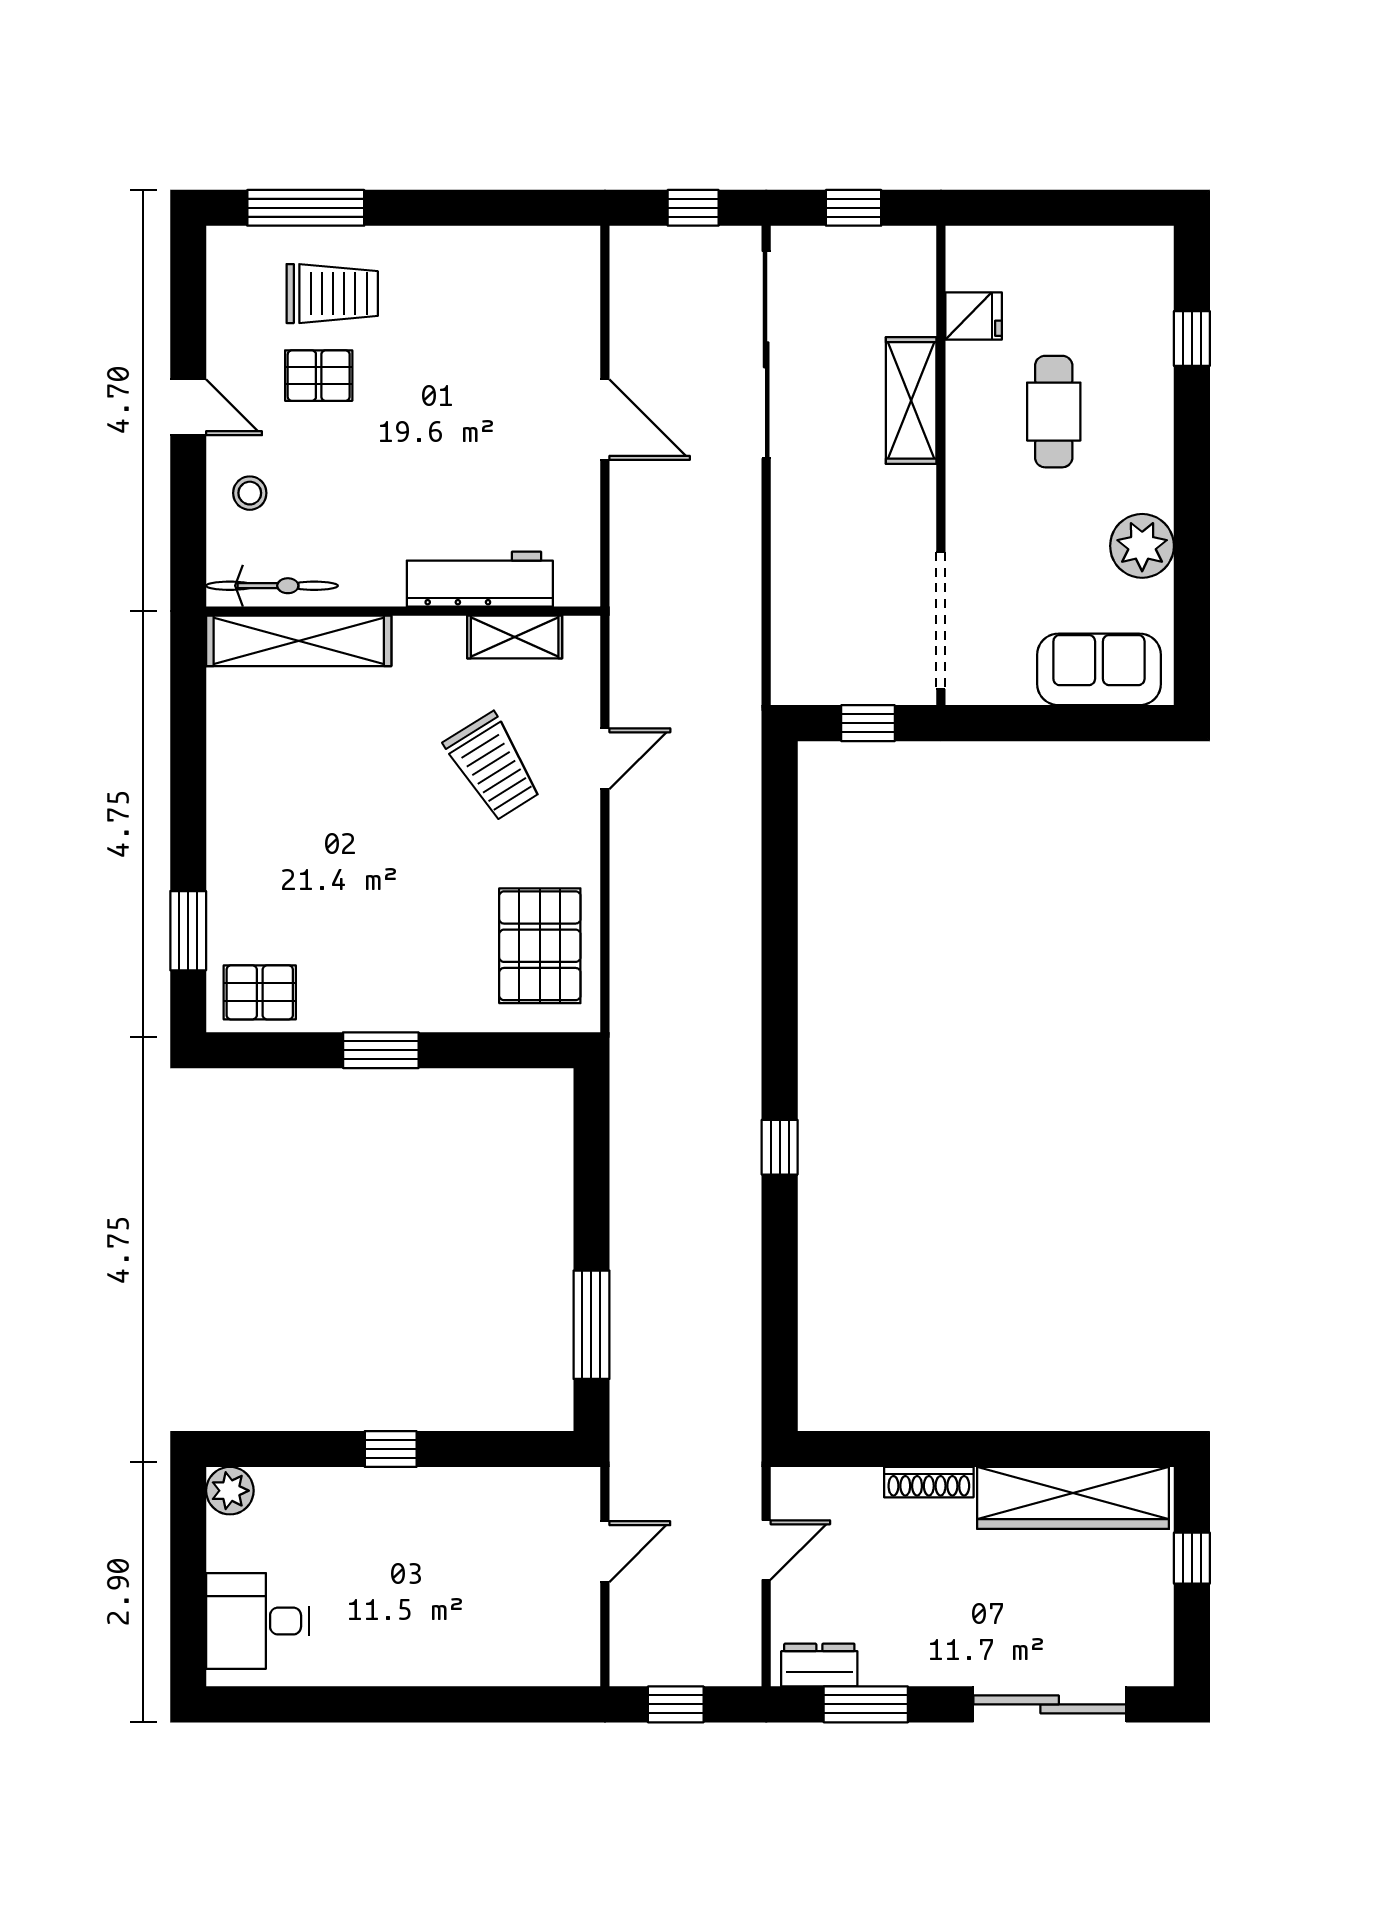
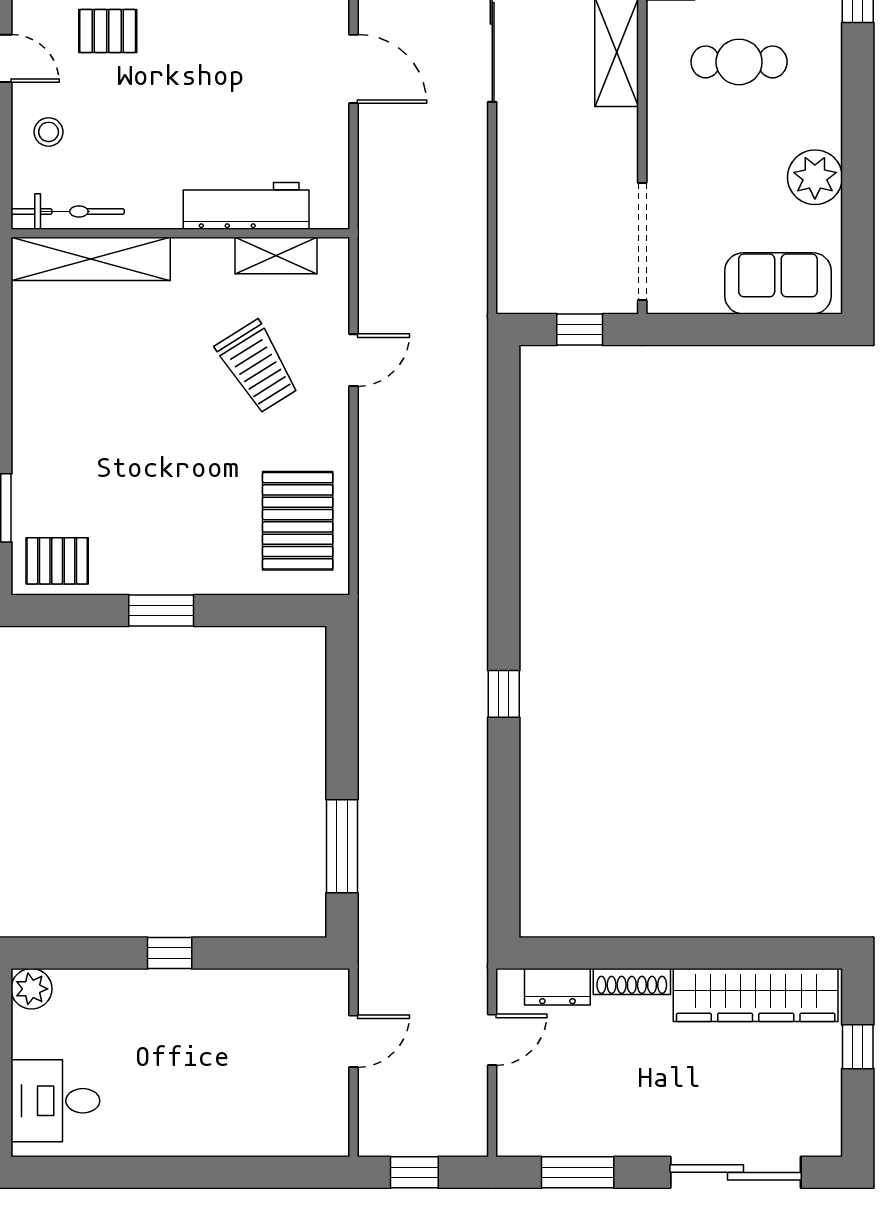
cafe table: (1054, 412) -> (739, 62), turned 90
dresser: (819, 1665) -> (557, 987), moved, turned 180

